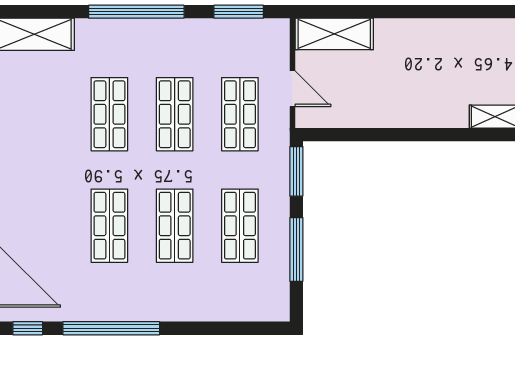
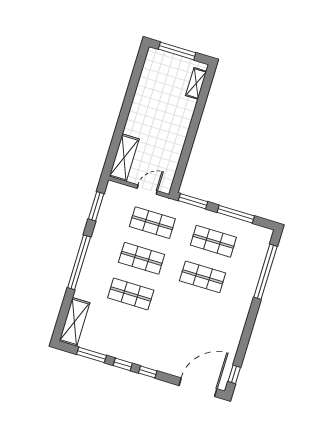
shop shelf: (109, 226) -> (192, 313), removed
window: (111, 328) -> (265, 272), moved

